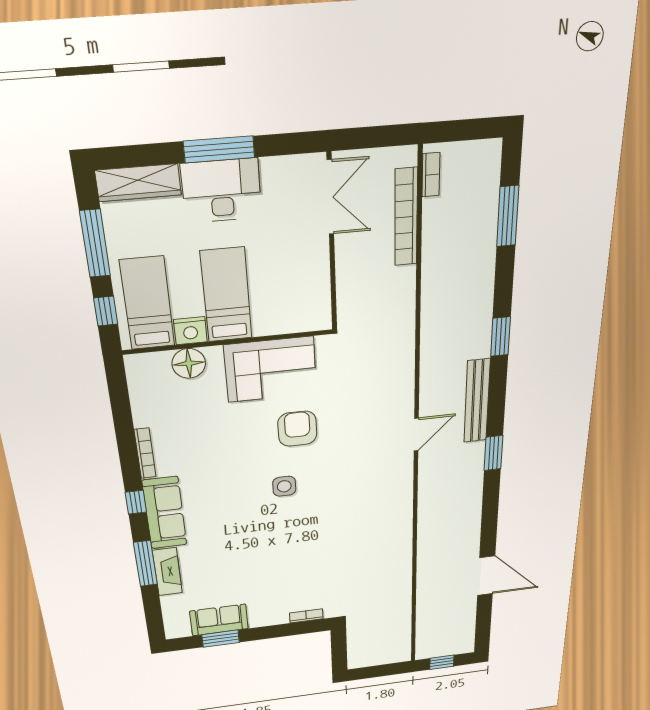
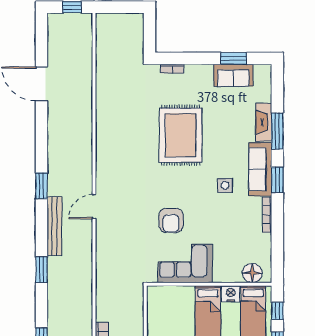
floor lamp: (189, 363) -> (252, 273), moved
side table: (284, 486) -> (225, 185), moved
window: (136, 502) -> (277, 180), width x1.50
rug: (289, 541) -> (181, 135), added

